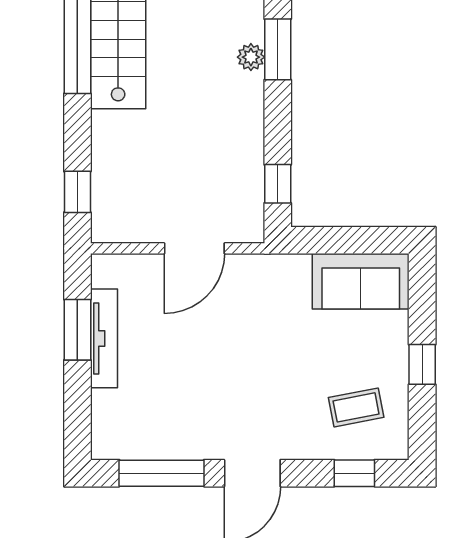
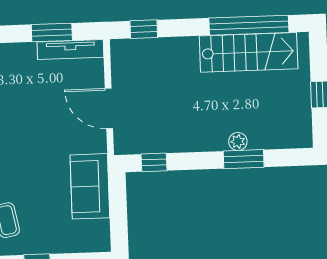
sofa: (361, 281) -> (90, 186), moved
tv unit: (104, 338) -> (70, 50), moved

